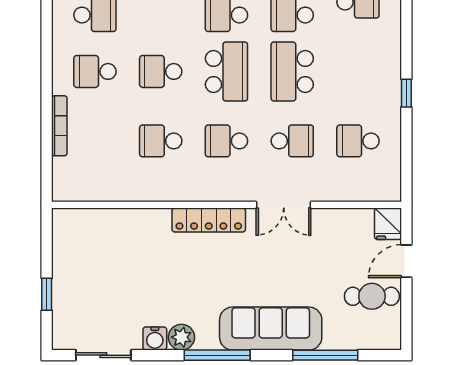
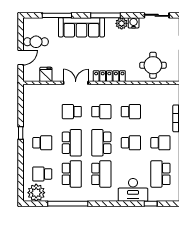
school desk: (358, 141) -> (42, 143), moved
fridge: (388, 224) -> (46, 74), moved
round table: (112, 244) -> (153, 65), added

